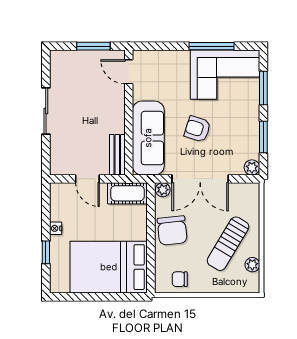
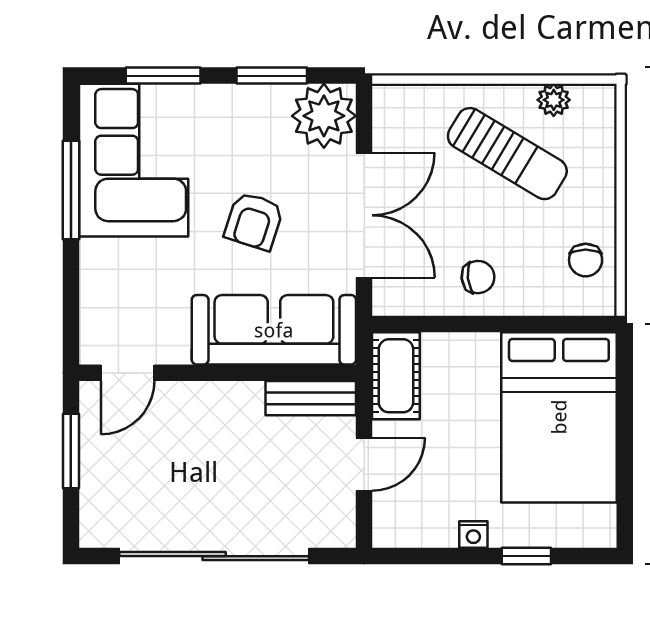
sliding door: (46, 111) -> (214, 556), width x1.86
plant: (252, 167) -> (324, 116), width x1.87, depth x1.87
plant: (163, 190) -> (388, 298), removed
chair: (172, 230) -> (478, 277), width x0.54, depth x0.54

